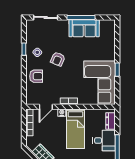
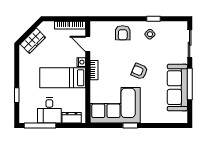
sofa: (84, 28) -> (177, 88), width x1.36
armchair: (58, 59) -> (139, 71), moved

